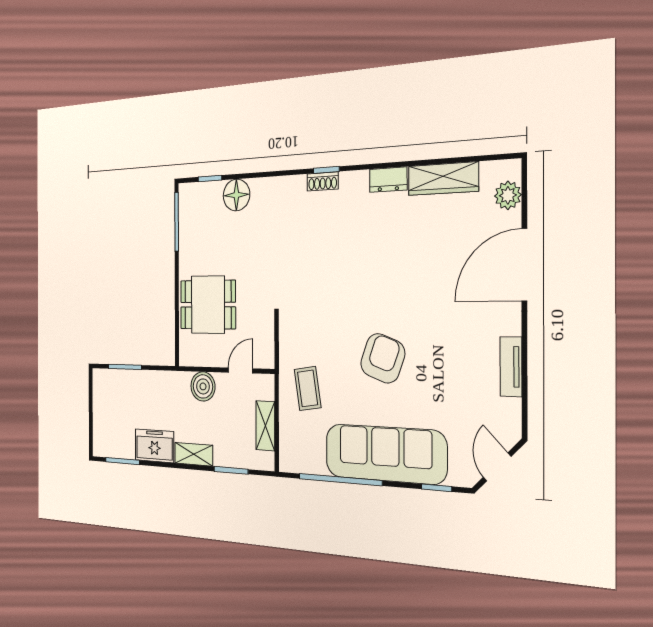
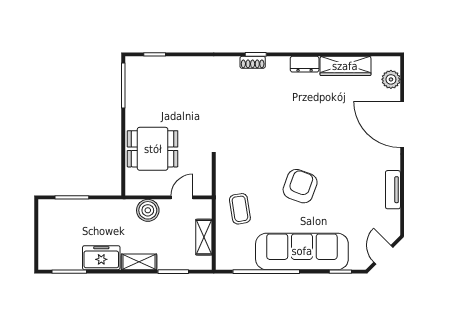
floor lamp: (236, 195) -> (179, 68), removed
door: (524, 265) -> (402, 124), hinge flipped

